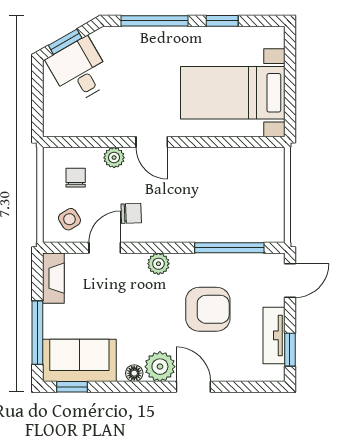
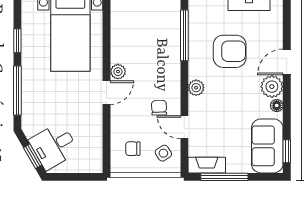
plant: (114, 158) -> (118, 72), moved
armchair: (208, 309) -> (230, 51), turned 90
window: (37, 333) -> (224, 177), moved

